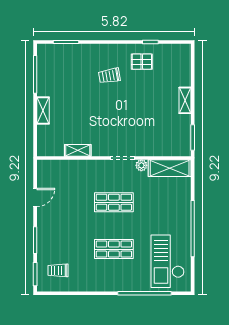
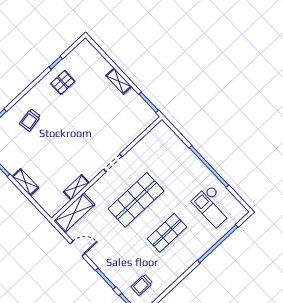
trolley: (109, 76) -> (30, 120), moved
plant: (141, 165) -> (131, 156), removed
shelving: (170, 168) -> (74, 213), moved
door: (35, 197) -> (77, 249), hinge flipped
shop shelf: (114, 202) -> (136, 200), width x1.43, depth x1.36
checkout: (168, 261) -> (213, 206), width x0.73, depth x0.83

